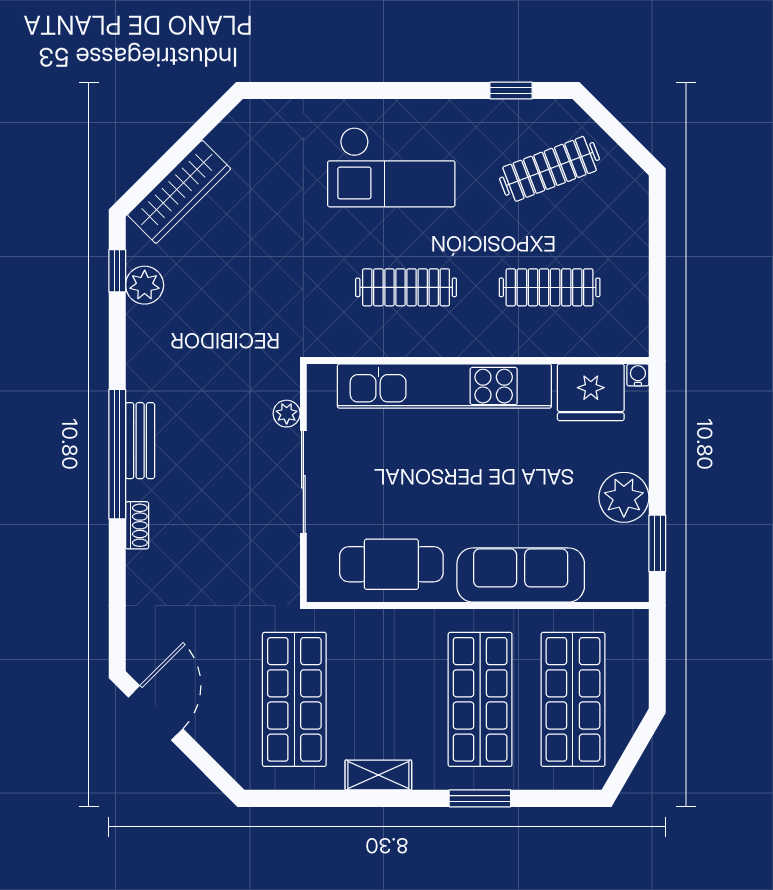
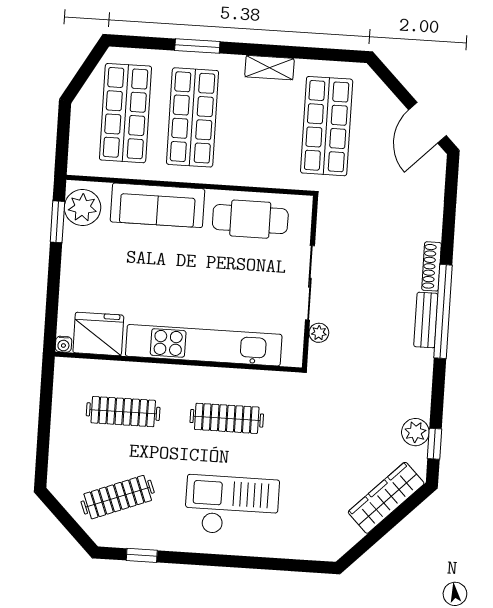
plant: (624, 497) -> (83, 208), moved
shoe rack: (137, 525) -> (432, 266), width x1.43

